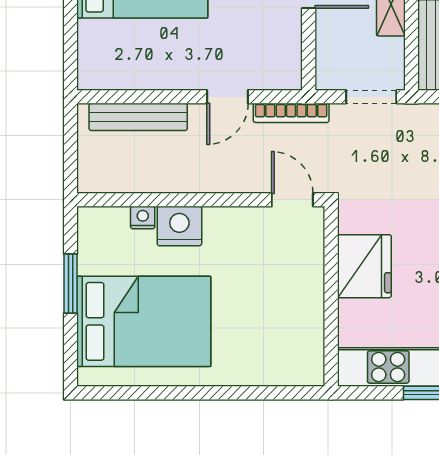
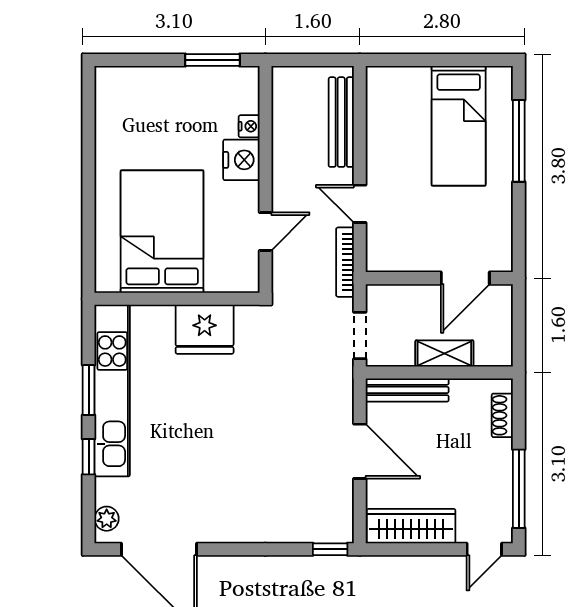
door: (292, 200) -> (265, 231), moved
window: (70, 284) -> (213, 60), moved
bed: (144, 321) -> (162, 232), moved, turned 180

